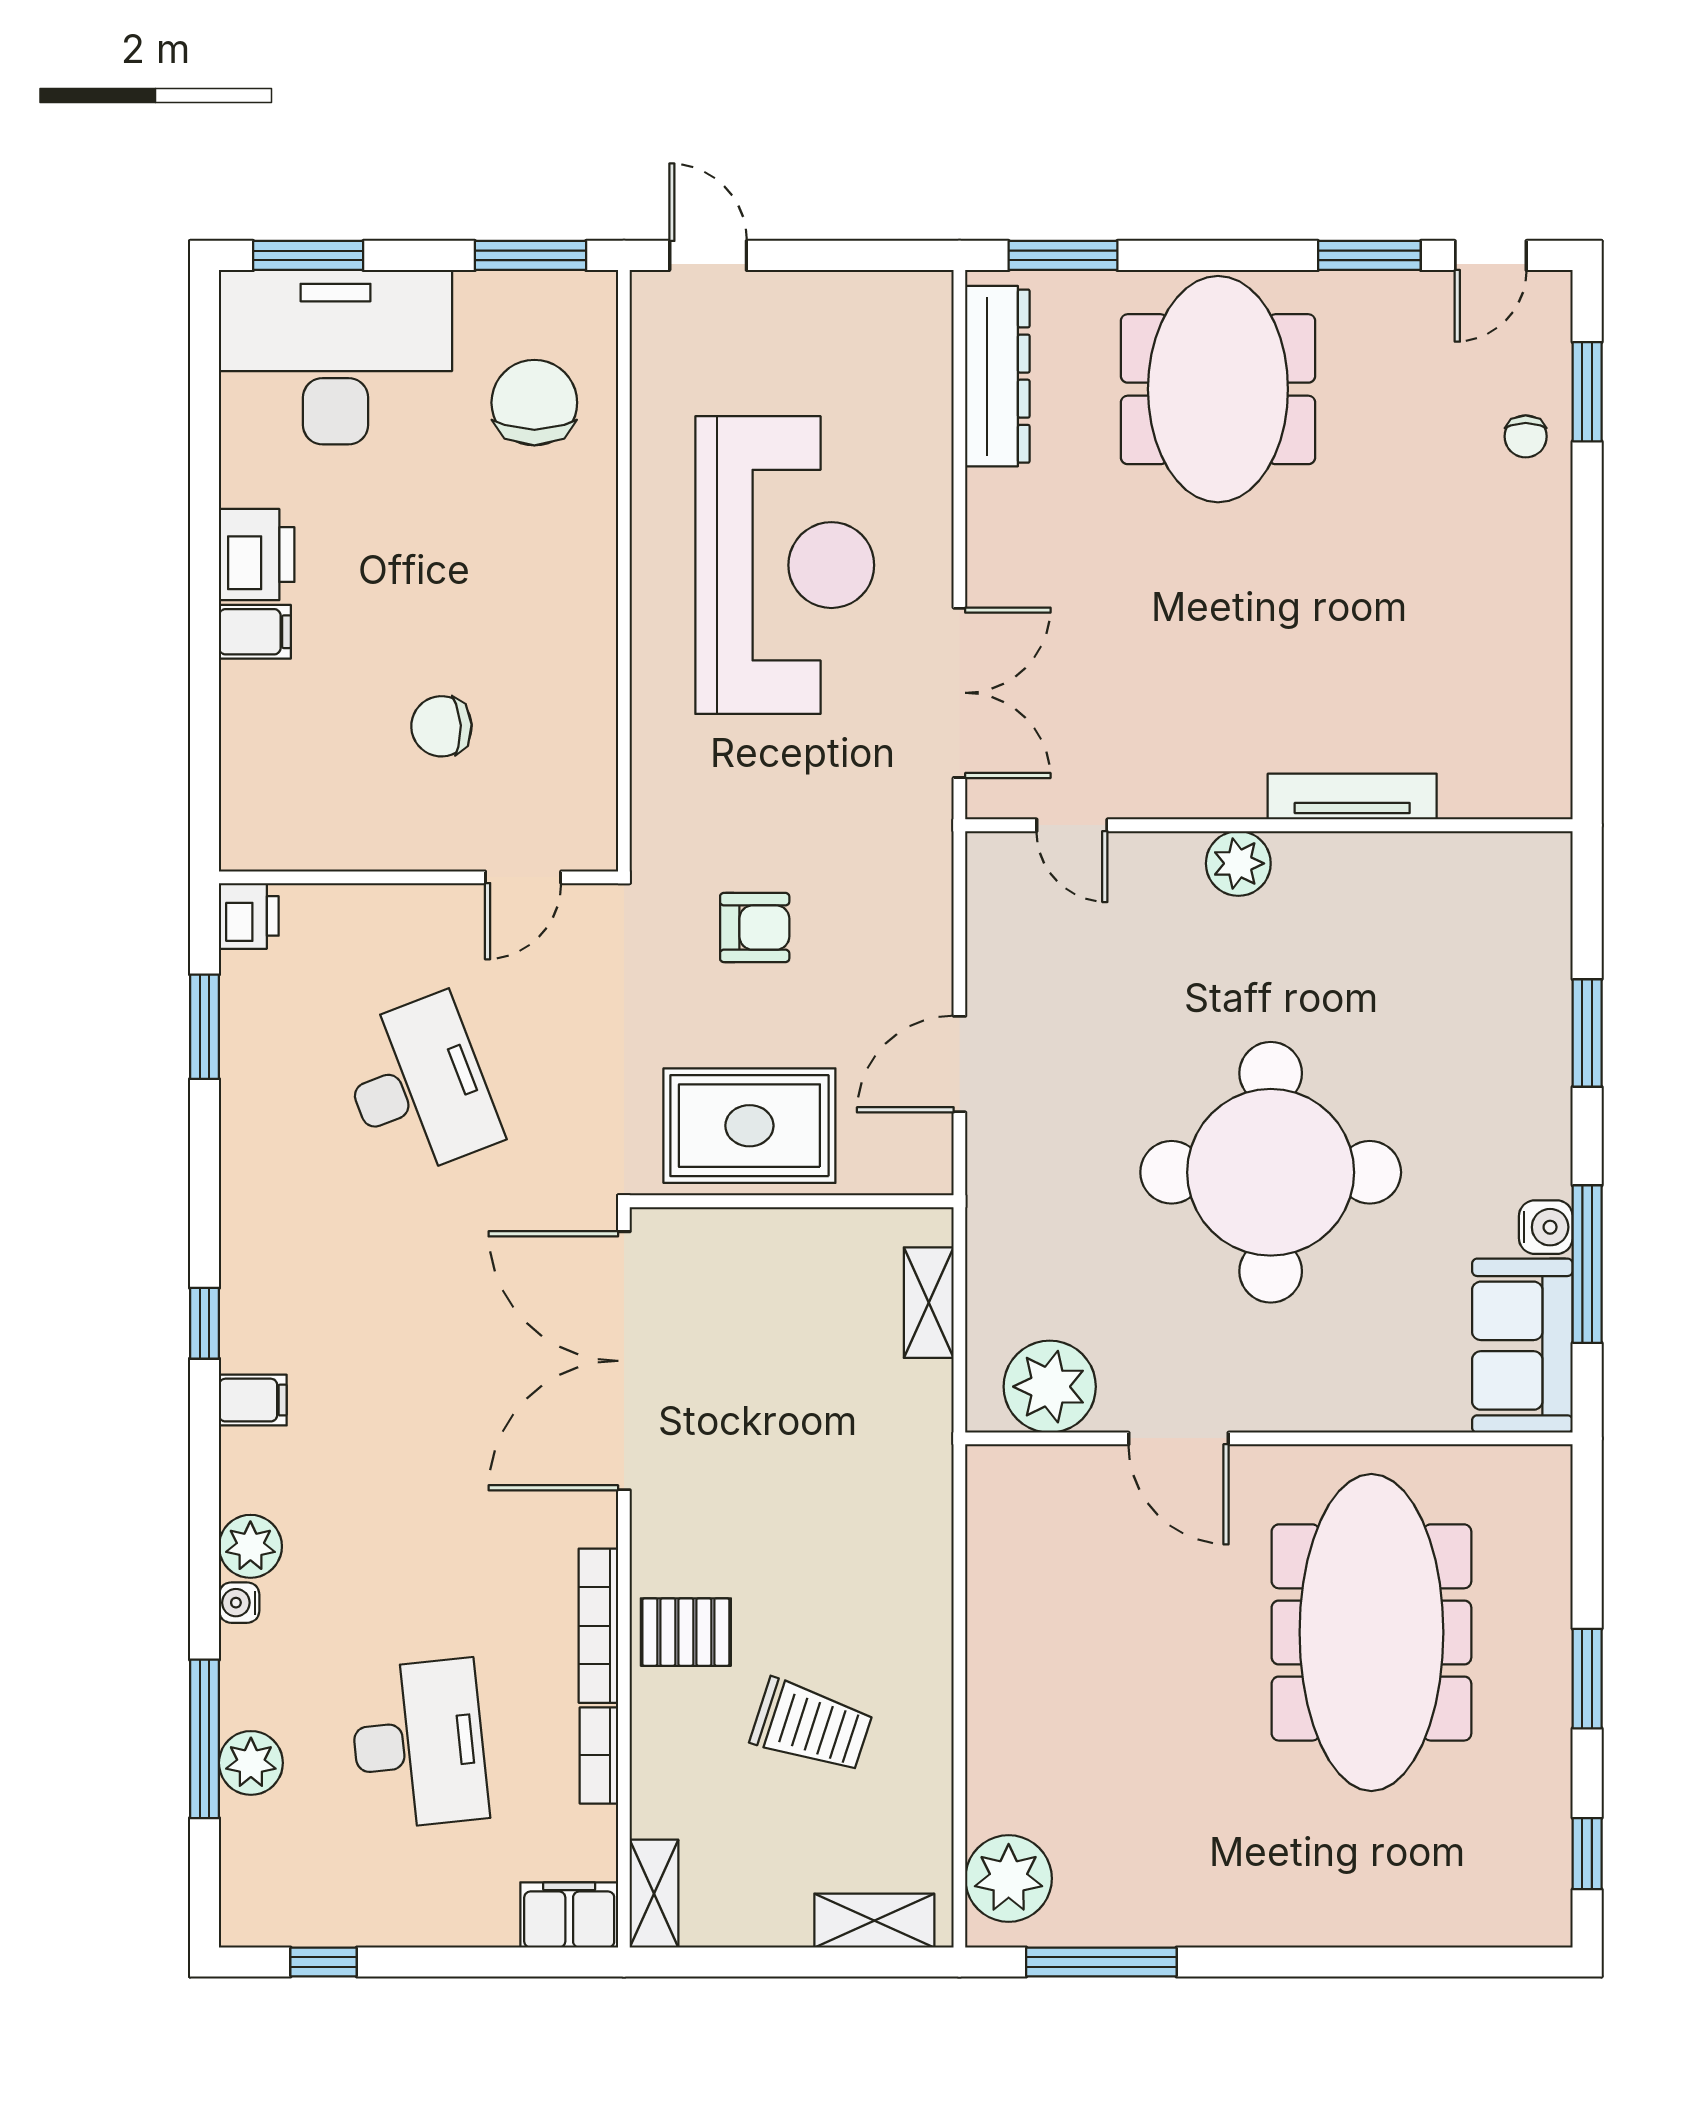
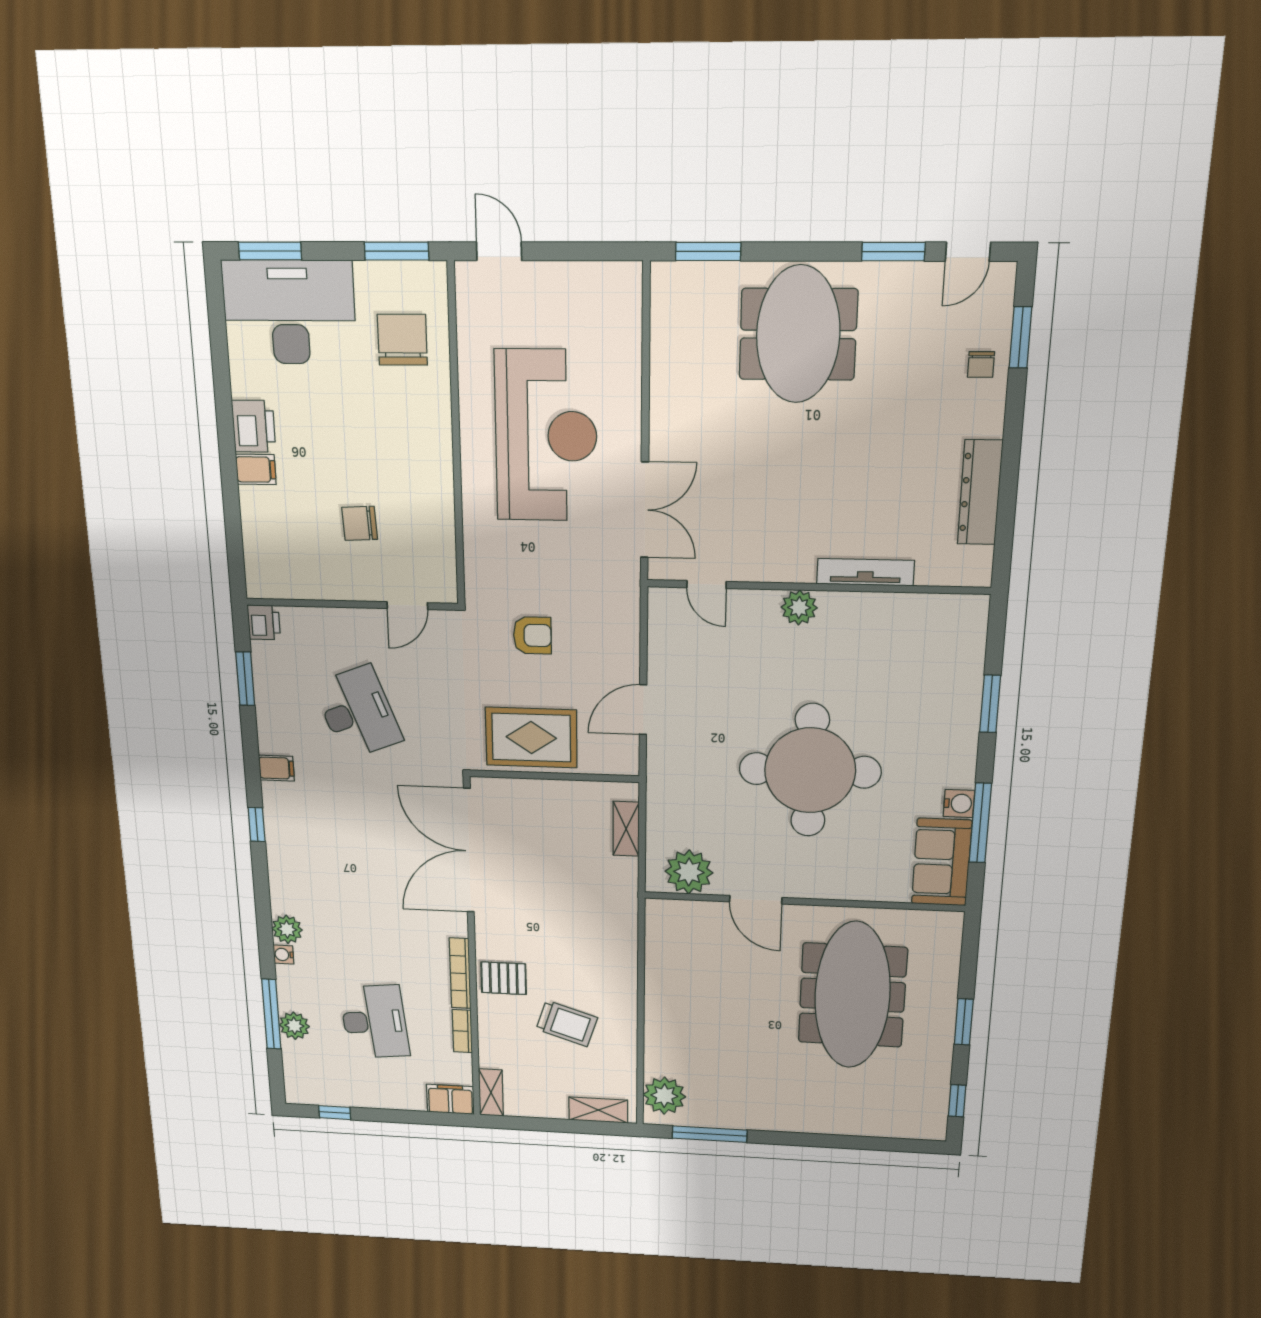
dresser: (997, 376) -> (980, 492), moved, turned 180
filing cabinet: (253, 1400) -> (276, 768), moved

